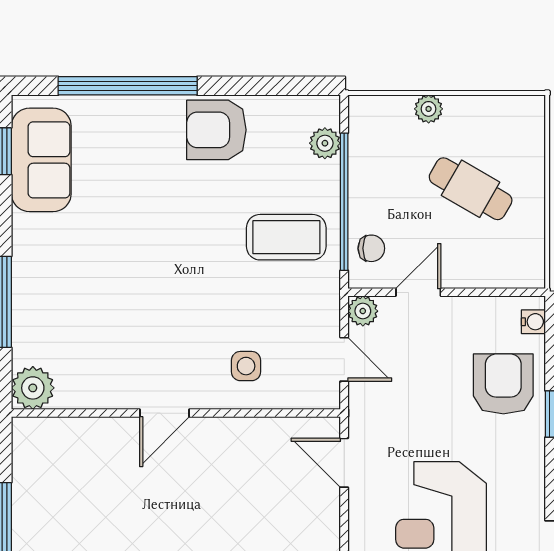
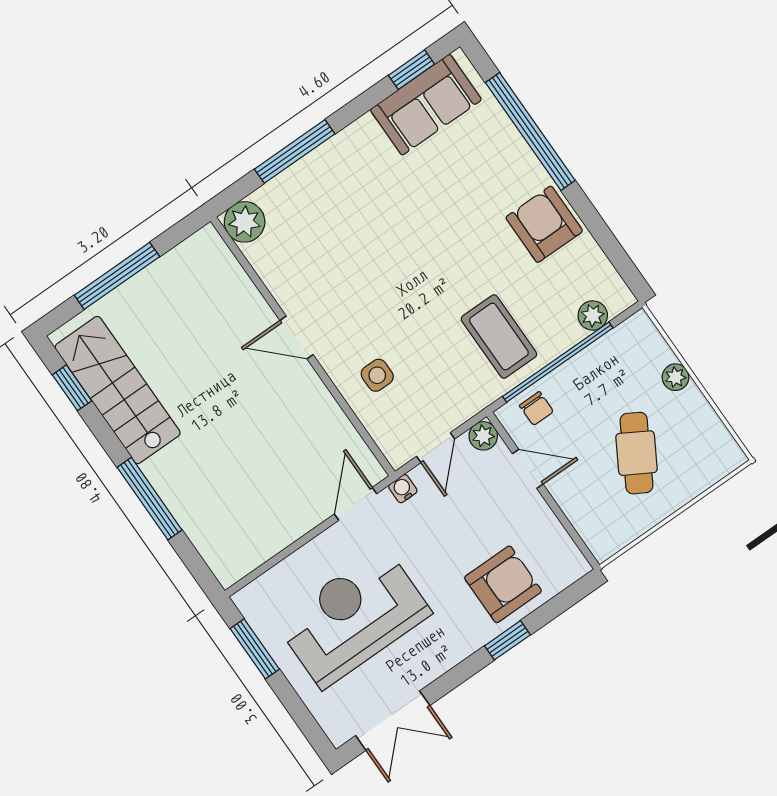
water cooler: (533, 322) -> (403, 489), moved, turned 180

